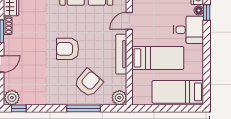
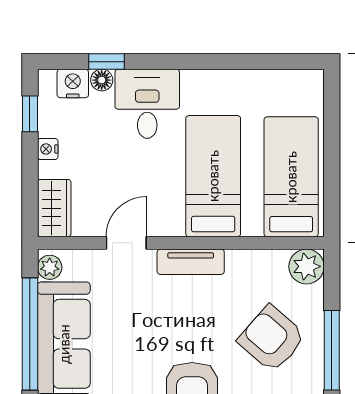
door: (129, 21) -> (126, 243), swing flipped
tv unit: (121, 54) -> (191, 262), width x0.71
bed: (178, 92) -> (291, 177), moved, turned 180

